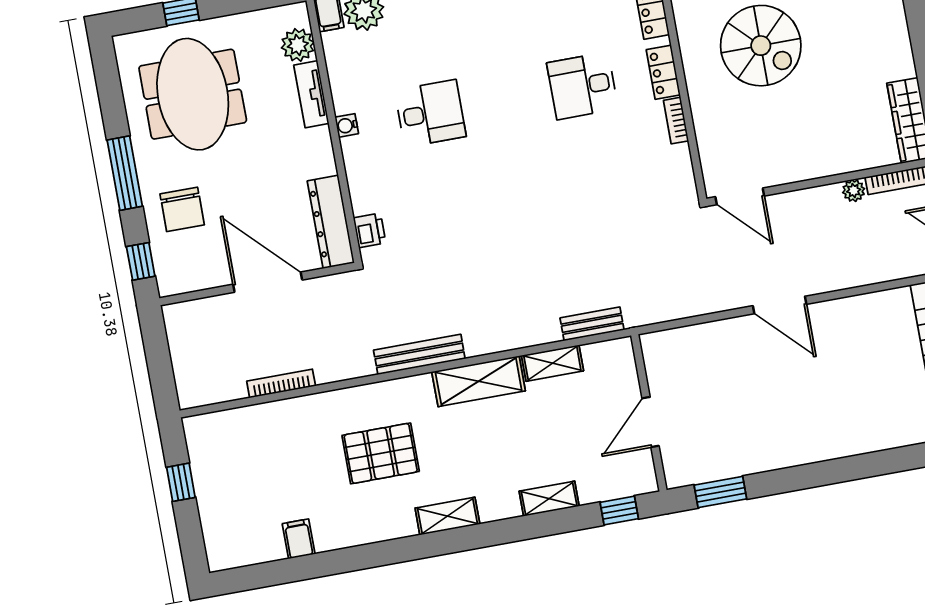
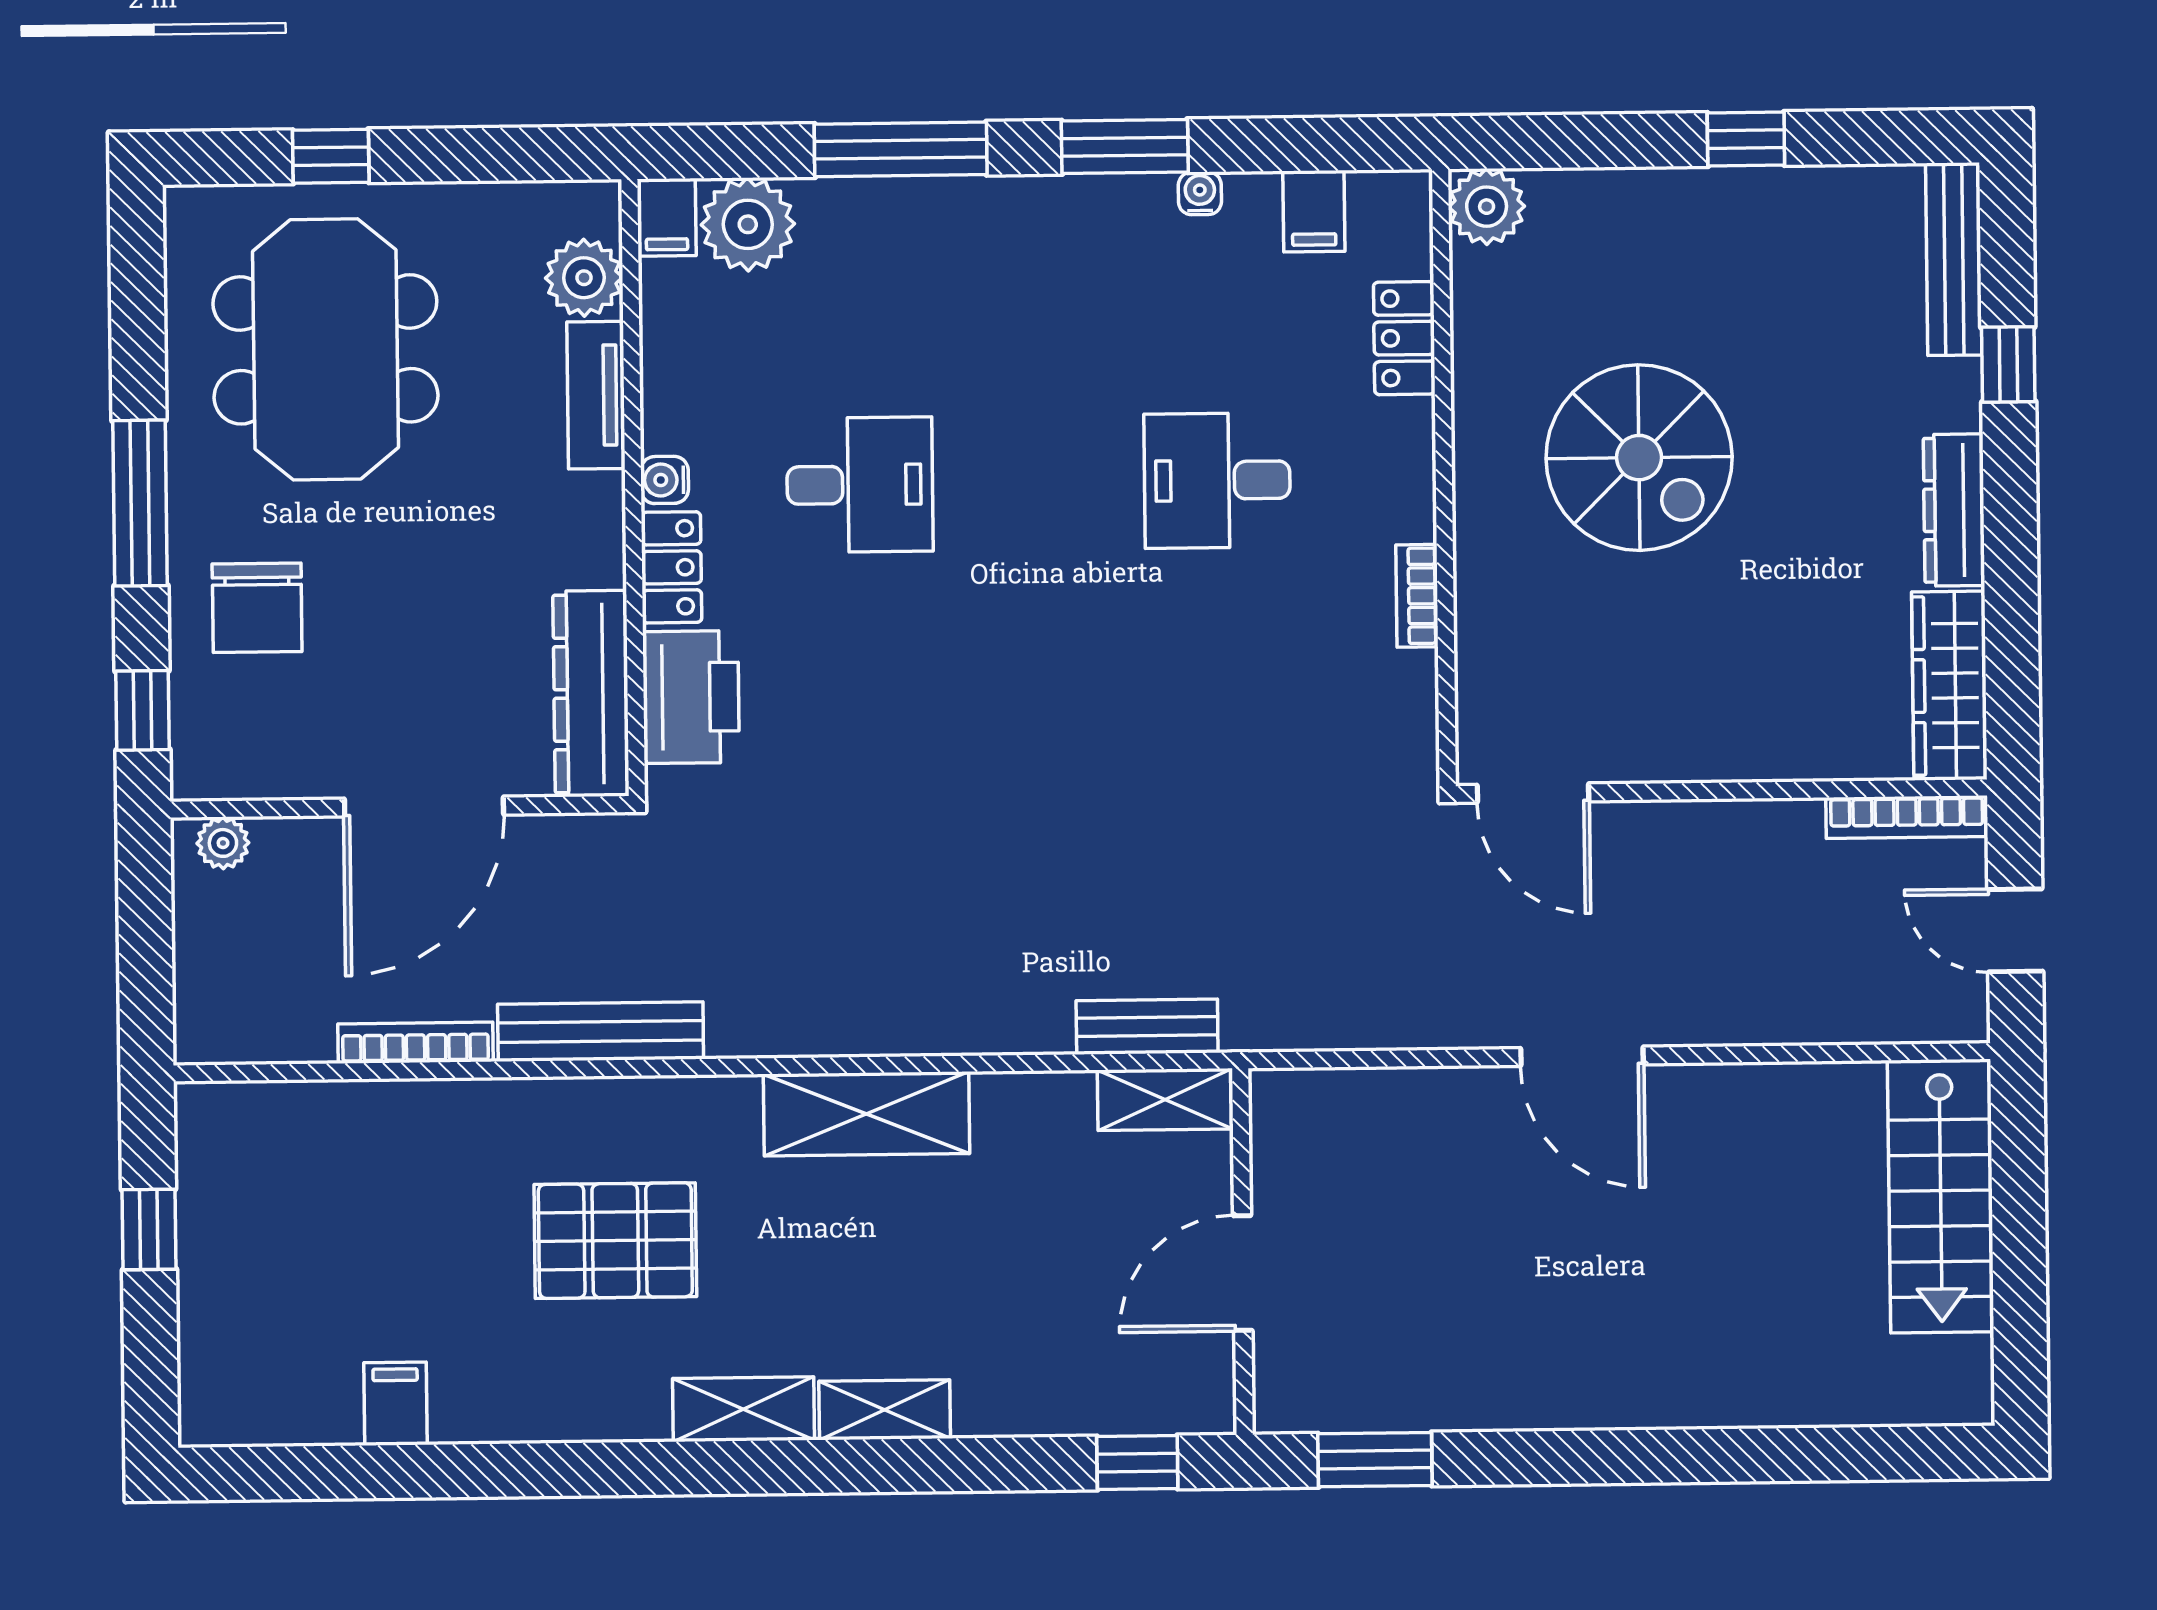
dresser: (899, 45) -> (1954, 510), added
locker: (663, 72) -> (672, 567), moved, turned 180
plant: (854, 191) -> (223, 843), moved
printer: (370, 230) -> (691, 697), width x1.87, depth x1.48
door: (268, 282) -> (424, 807), swing flipped
bench: (419, 354) -> (601, 1032), moved
shelving: (552, 363) -> (1165, 1100), moved
shelving: (549, 499) -> (885, 1410), moved

